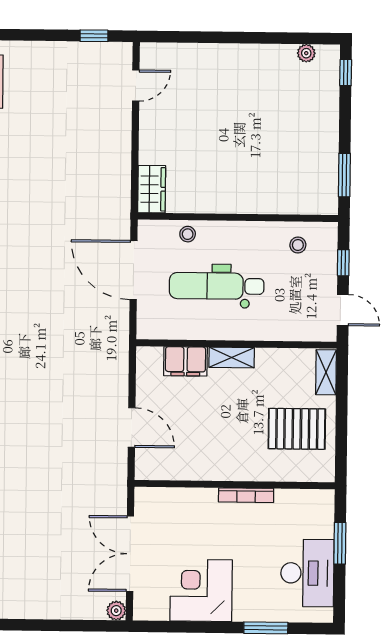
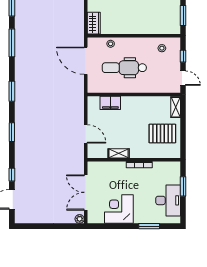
shelving: (232, 358) -> (119, 153), moved

